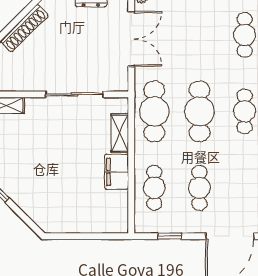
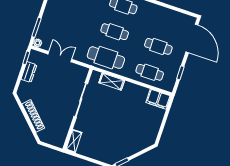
double door: (131, 39) -> (60, 57), width x0.73
cafe table: (199, 111) -> (115, 32), width x0.73, depth x0.74
filing cabinet: (117, 172) -> (158, 99), moved

